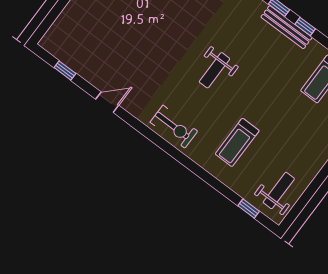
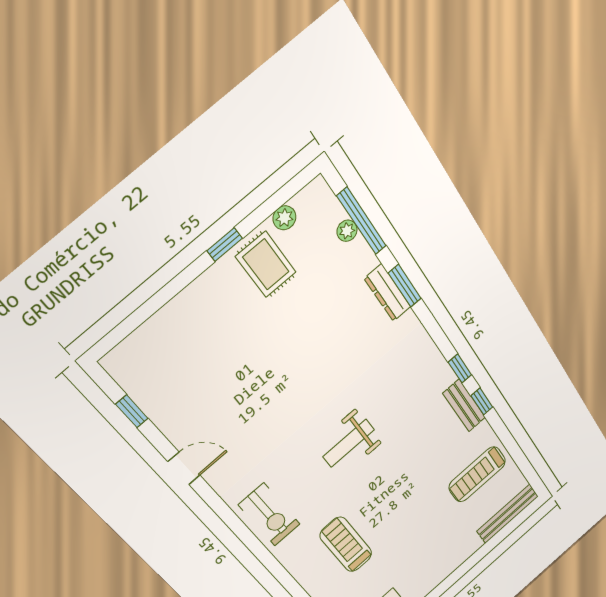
bench: (287, 27) -> (464, 405), width x0.73
treadmill: (237, 142) -> (346, 544), turned 90

